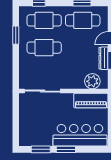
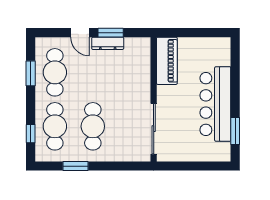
plant: (92, 81) -> (140, 59), removed
bar counter: (80, 135) -> (215, 104), moved
window: (66, 149) -> (235, 96), removed

